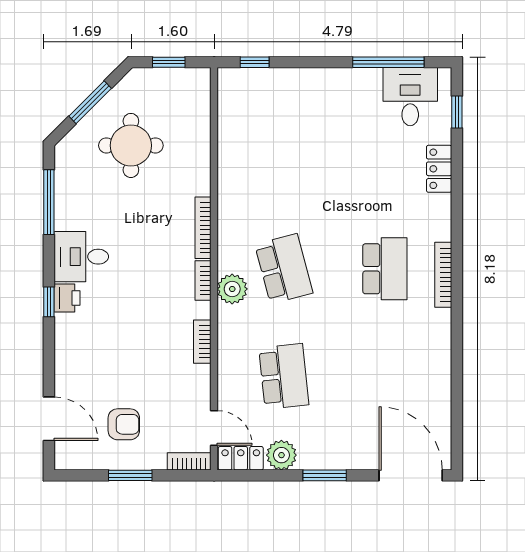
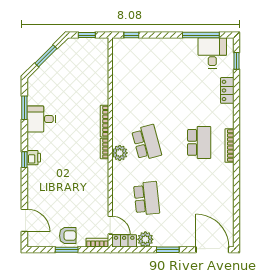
round table: (131, 145) -> (67, 78), removed
window: (49, 202) -> (24, 108), width x0.69
desk: (81, 257) -> (41, 119), moved
bookcase: (202, 342) -> (104, 180), removed
armchair: (124, 424) -> (68, 236), moved

